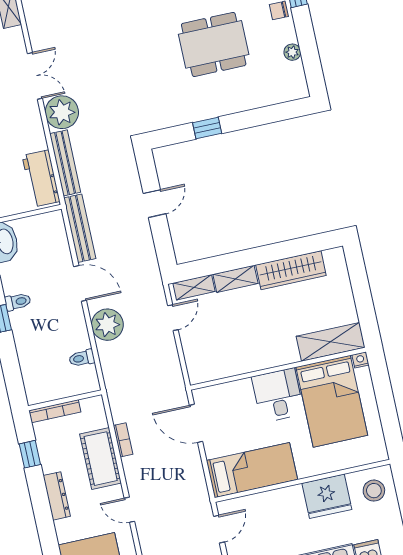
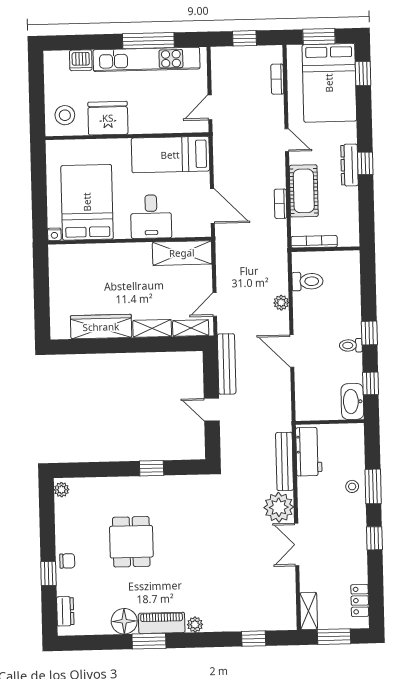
dining table: (214, 44) -> (131, 542), width x0.73
plant: (292, 52) -> (62, 490), moved
door: (154, 204) -> (212, 410), hinge flipped
bench: (80, 228) -> (227, 364), moved
plant: (107, 325) -> (281, 303), width x0.53, depth x0.53
shelving: (330, 342) -> (182, 253), moved
toilet: (82, 358) -> (307, 281), width x1.37, depth x1.39
desk: (278, 395) -> (151, 217), moved
bookcase: (55, 411) -> (314, 242), moved
window: (30, 454) -> (365, 163), moved

